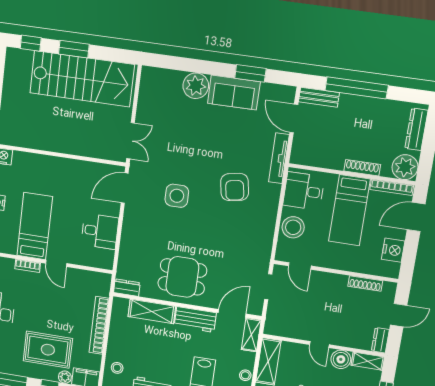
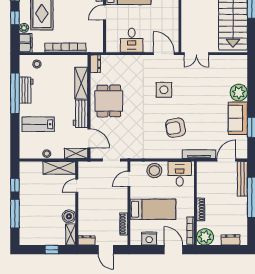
bench: (319, 97) -> (242, 179), width x1.36
dresser: (416, 129) -> (231, 240), width x0.70
bed: (349, 210) -> (153, 209), moved, turned 180
door: (319, 345) -> (77, 186), moved

